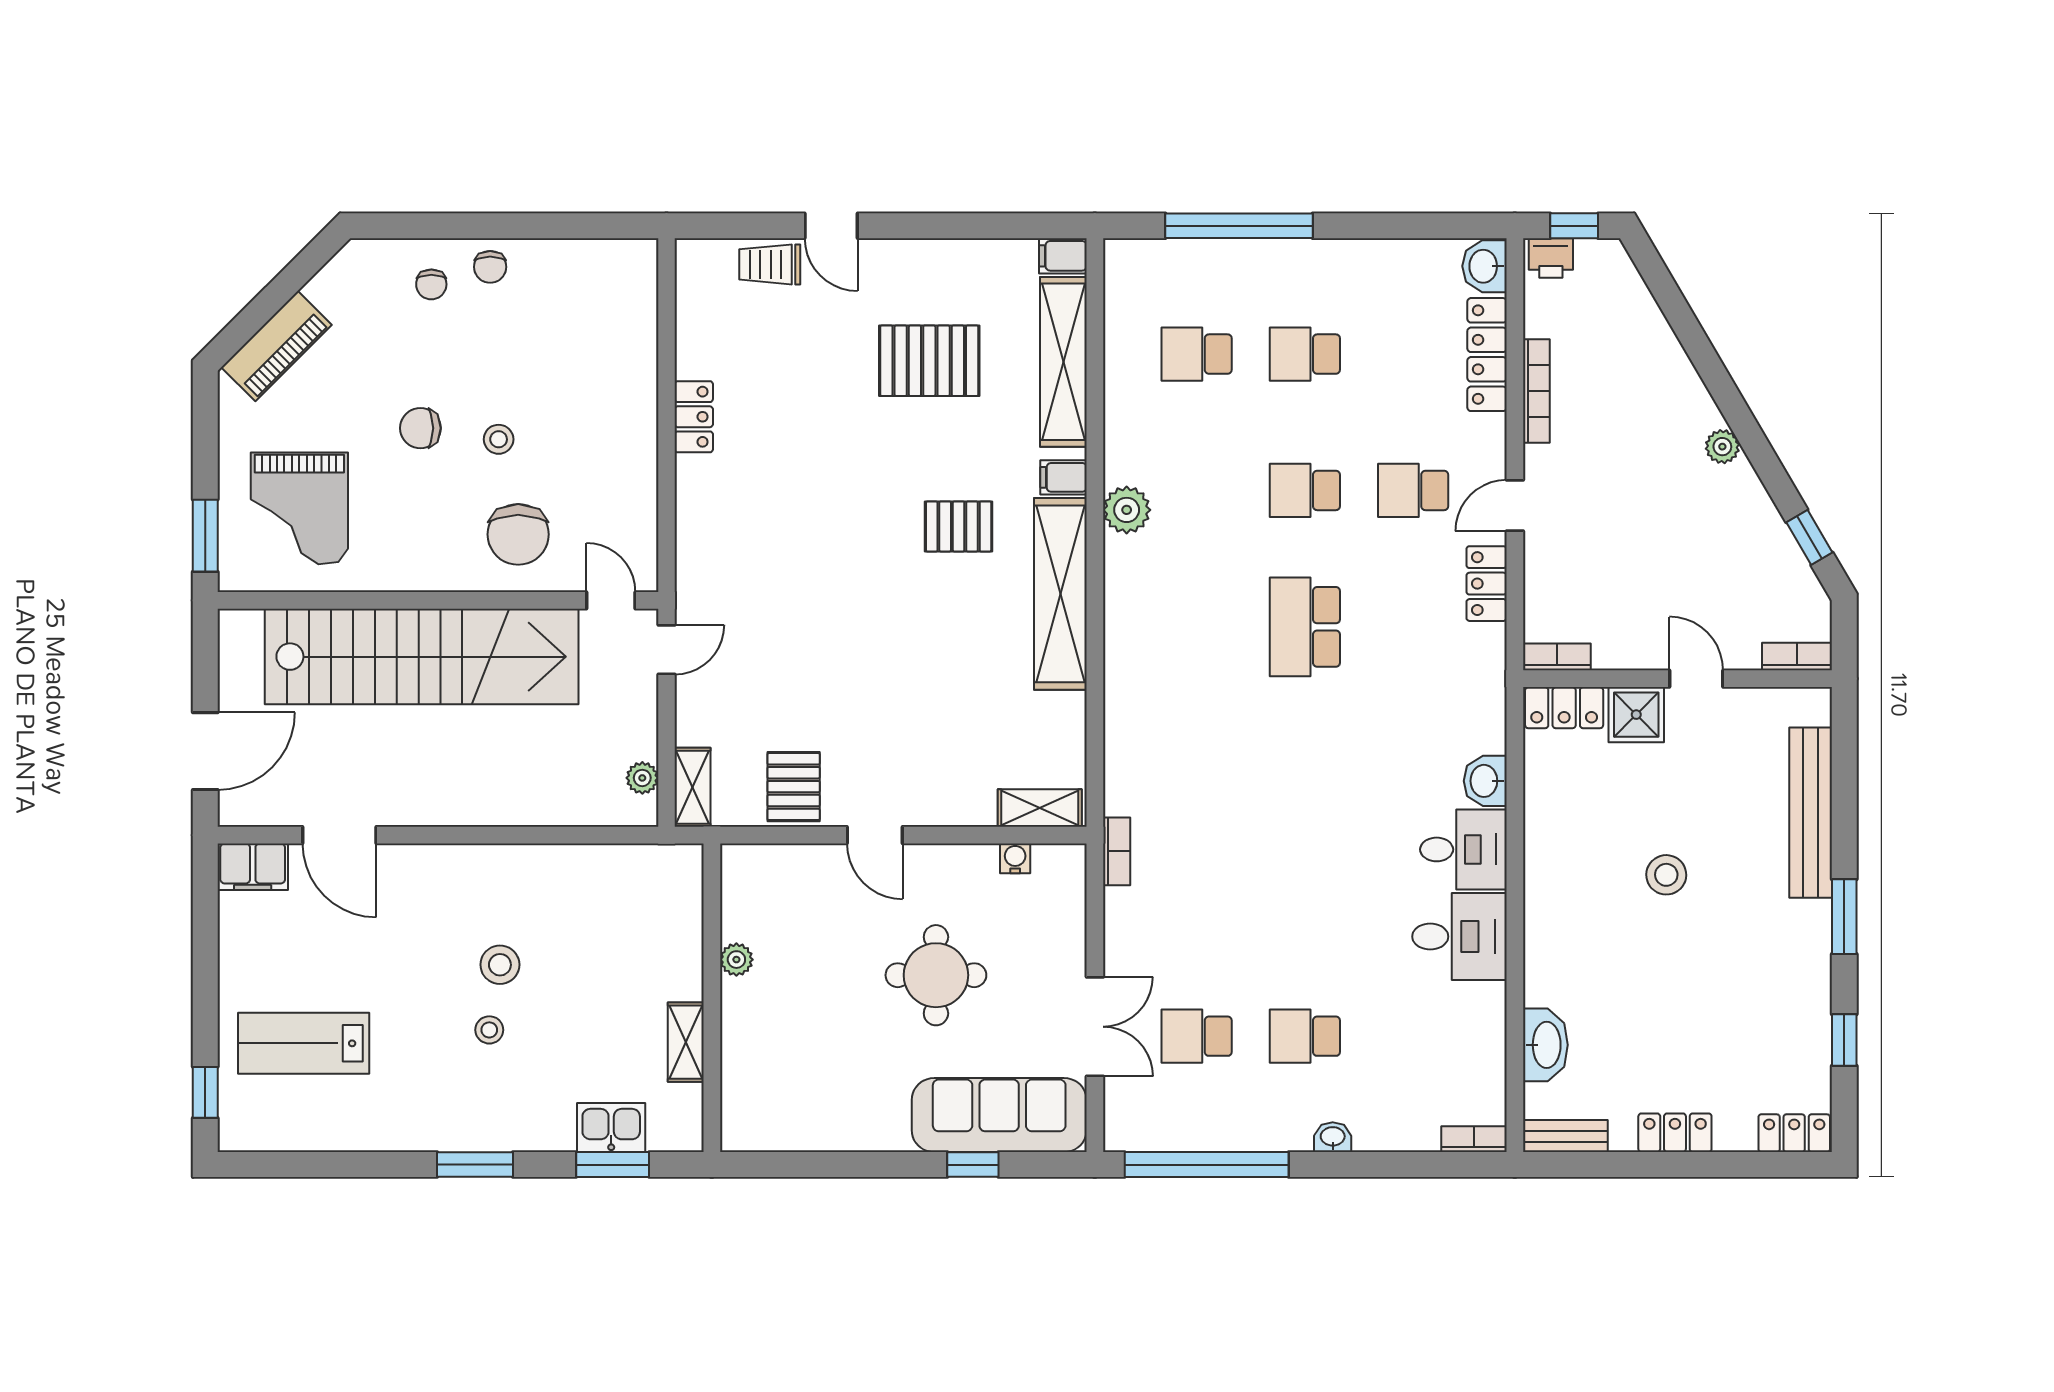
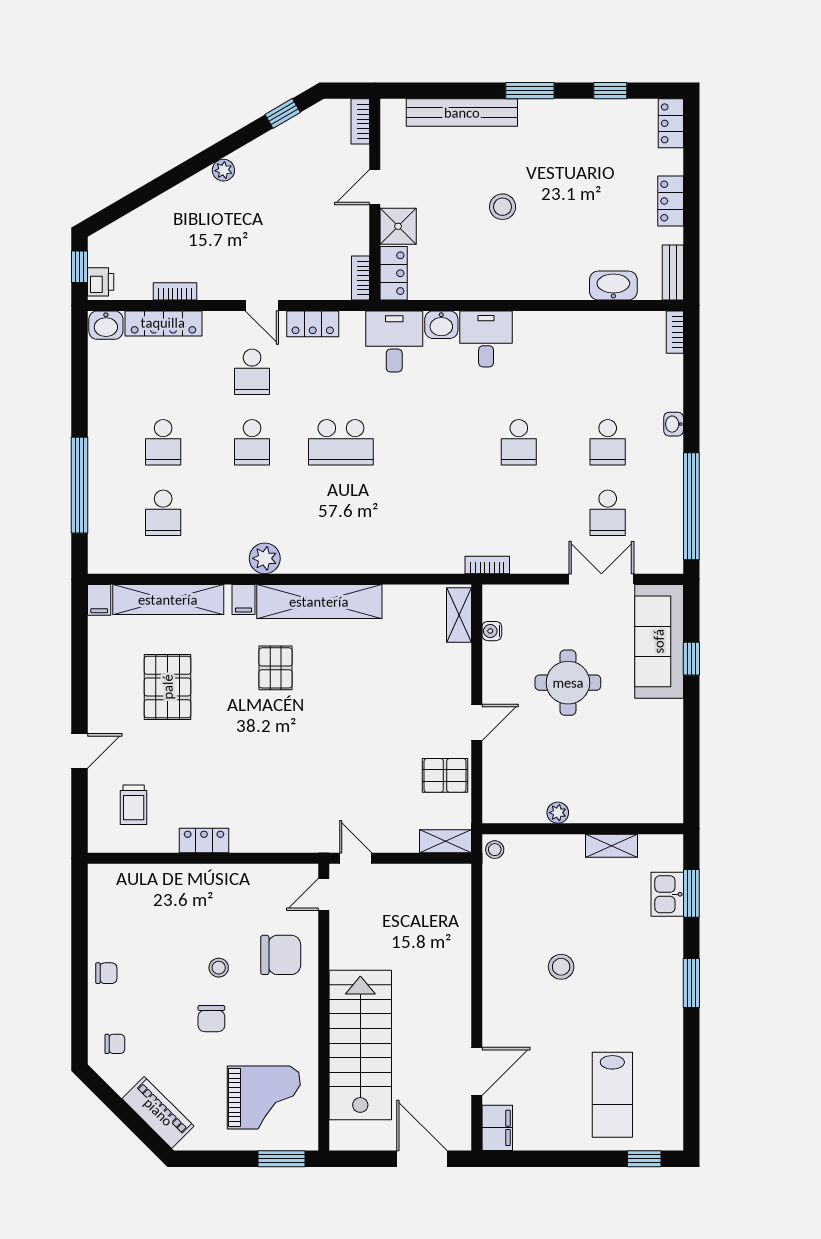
trolley: (770, 264) -> (134, 805), moved
chair: (431, 284) -> (115, 1044), moved
bookcase: (1536, 391) -> (175, 291), width x0.64
stairs: (422, 657) -> (360, 1045), width x0.73
plant: (642, 778) -> (439, 874), removed
school desk: (1305, 900) -> (519, 442), added
desk: (1459, 937) -> (394, 341), moved
stool: (489, 1030) -> (495, 850), moved

